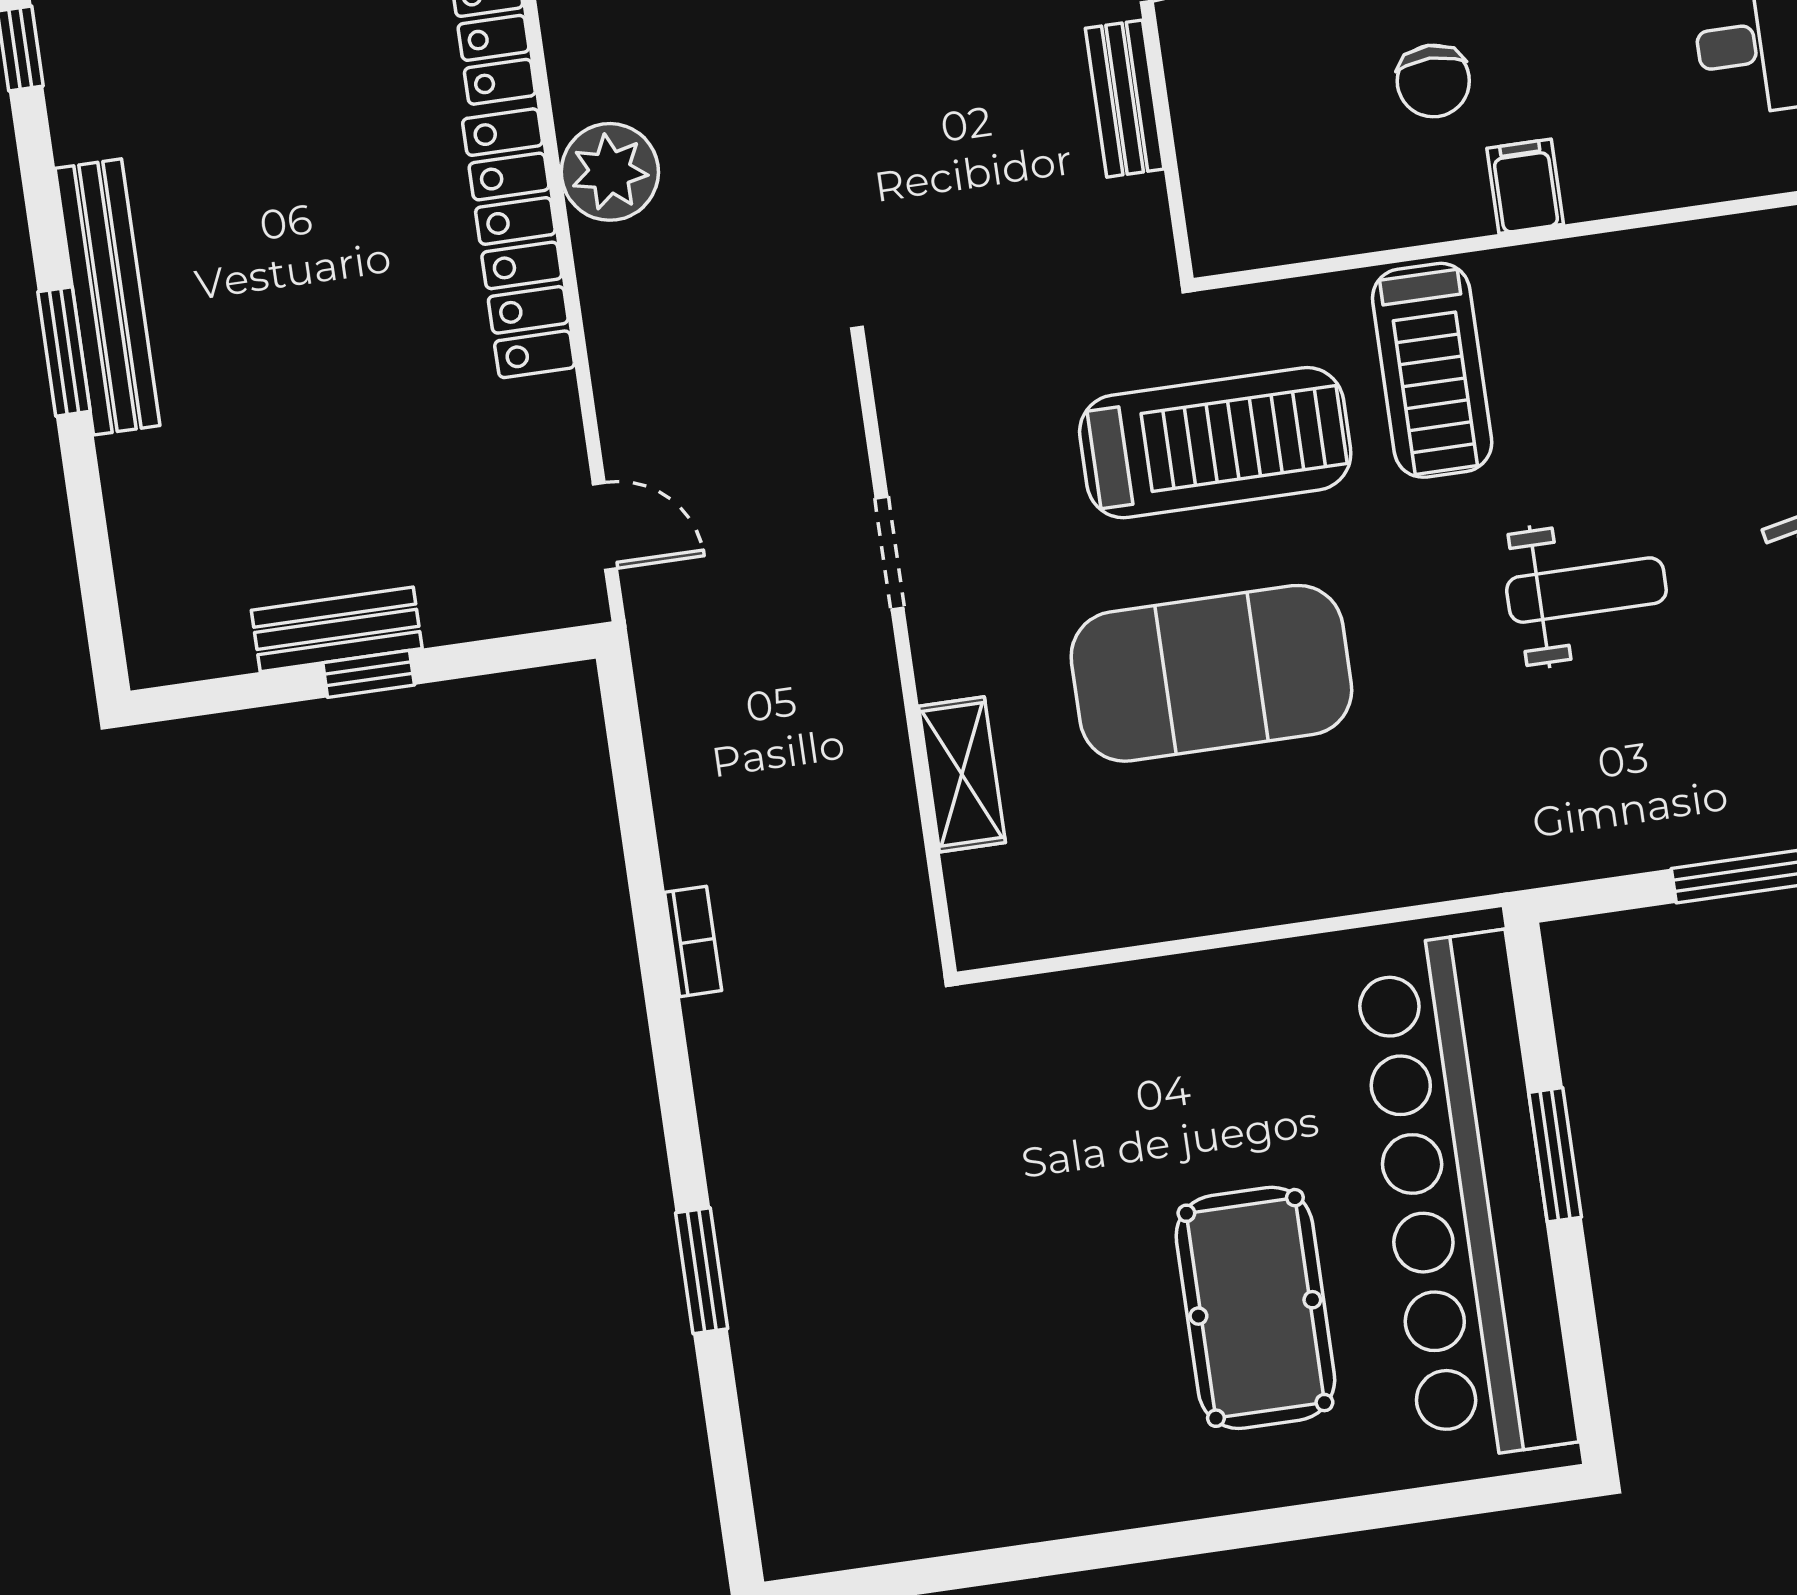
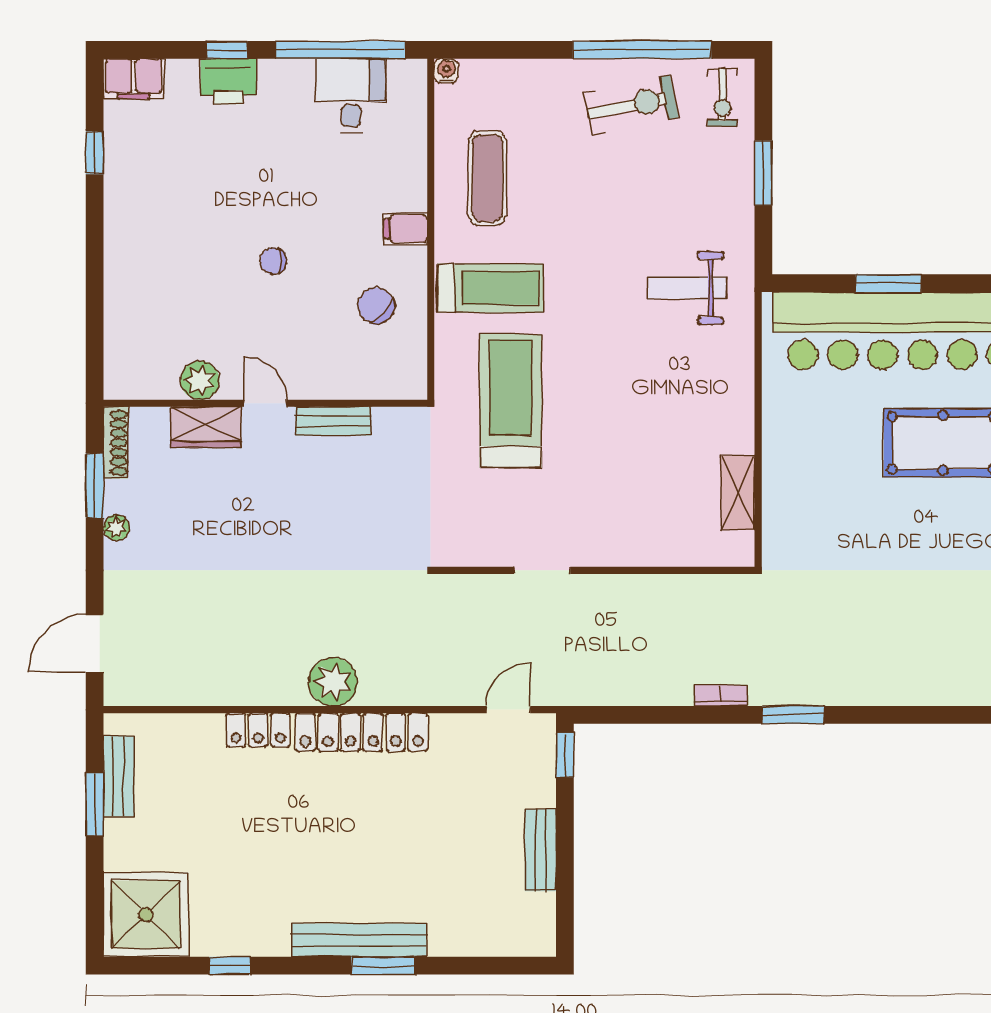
chair: (1433, 81) -> (376, 306), moved, turned -138
weight bench: (1586, 590) -> (687, 288), moved, turned -90
exercise mat: (1211, 673) -> (488, 178), moved, width x0.50, depth x0.69
window: (369, 674) -> (565, 755), moved
shelving: (962, 774) -> (738, 493), moved, turned 90
window: (702, 1271) -> (793, 715), moved

